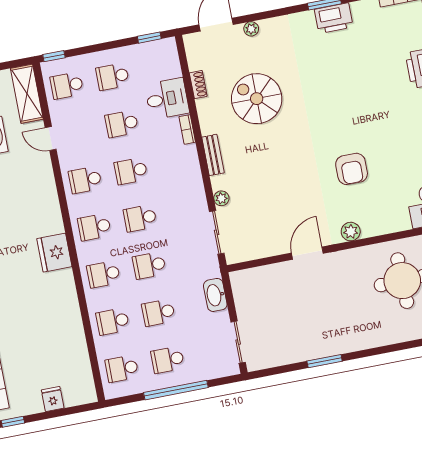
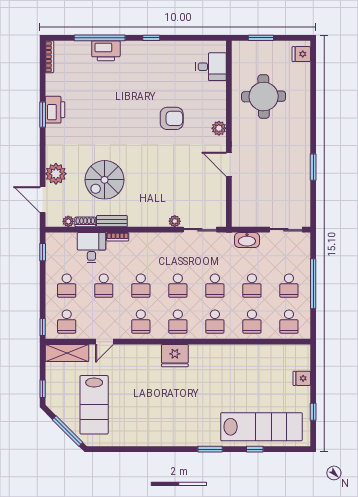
plant: (251, 29) -> (56, 174), width x1.88, depth x1.88
plant: (195, 63) -> (68, 221), added
bench: (213, 155) -> (112, 221), moved
fridge: (54, 253) -> (175, 356), moved

